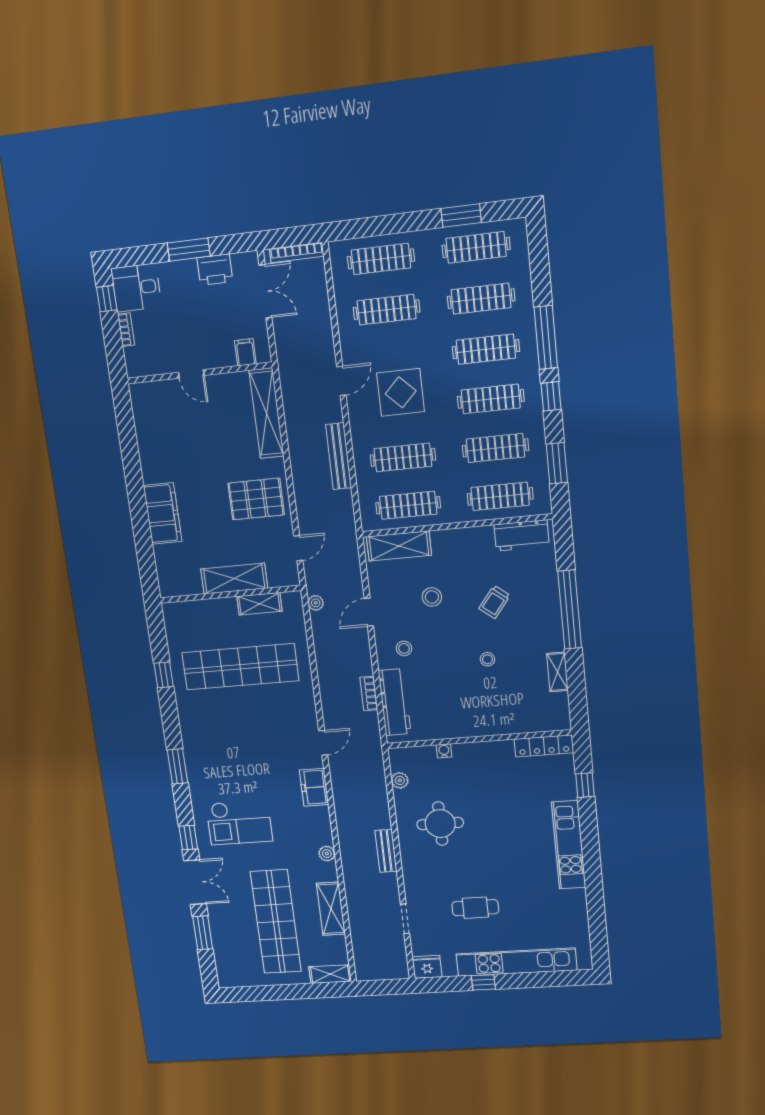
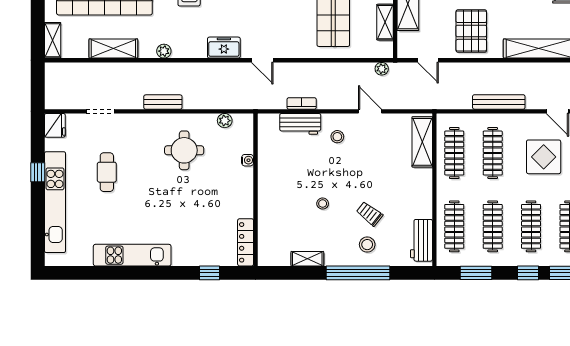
stool: (432, 597) -> (367, 245), moved
workbench: (395, 702) -> (300, 124), width x0.73
kitchen unit: (569, 845) -> (132, 255), moved

